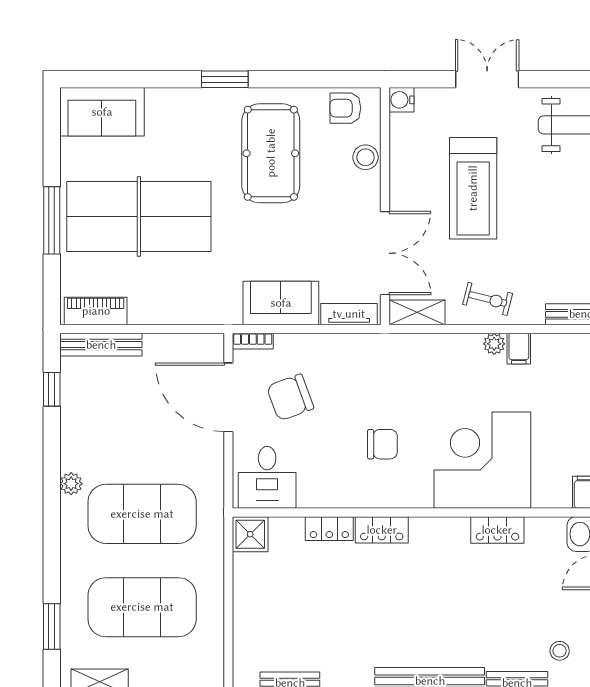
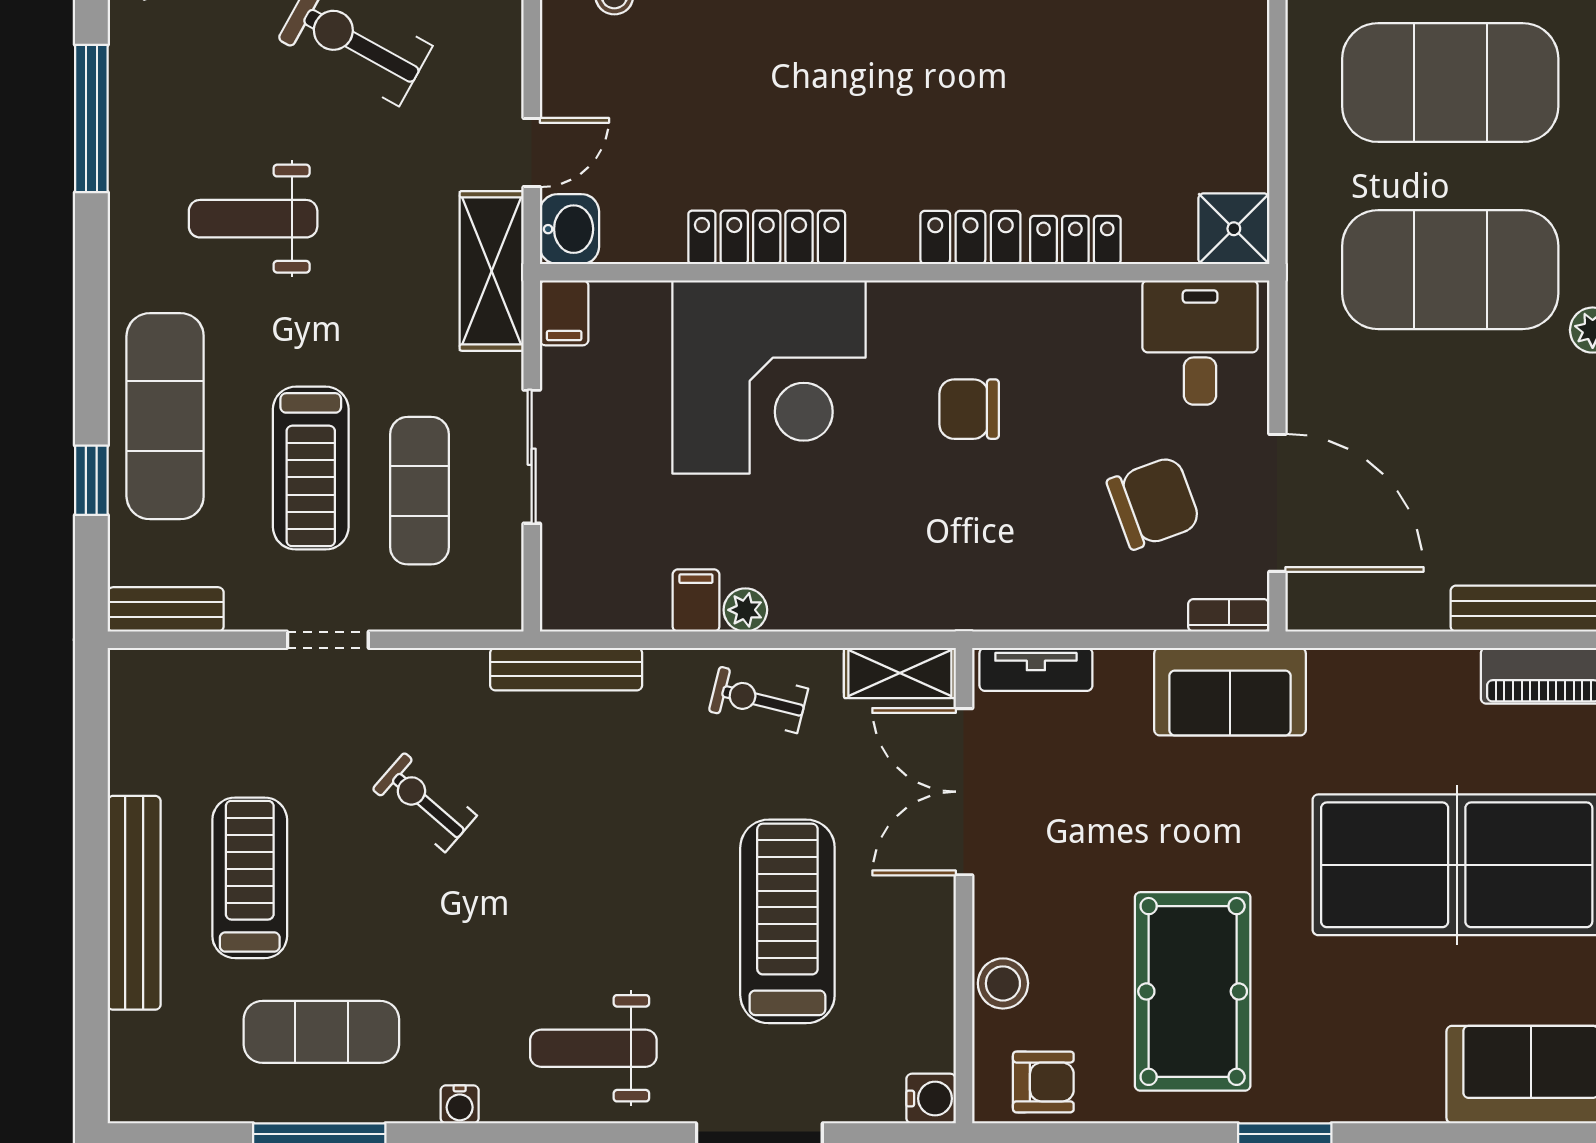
sofa: (281, 303) -> (1230, 692), moved
locker: (497, 530) -> (767, 237), width x1.53

